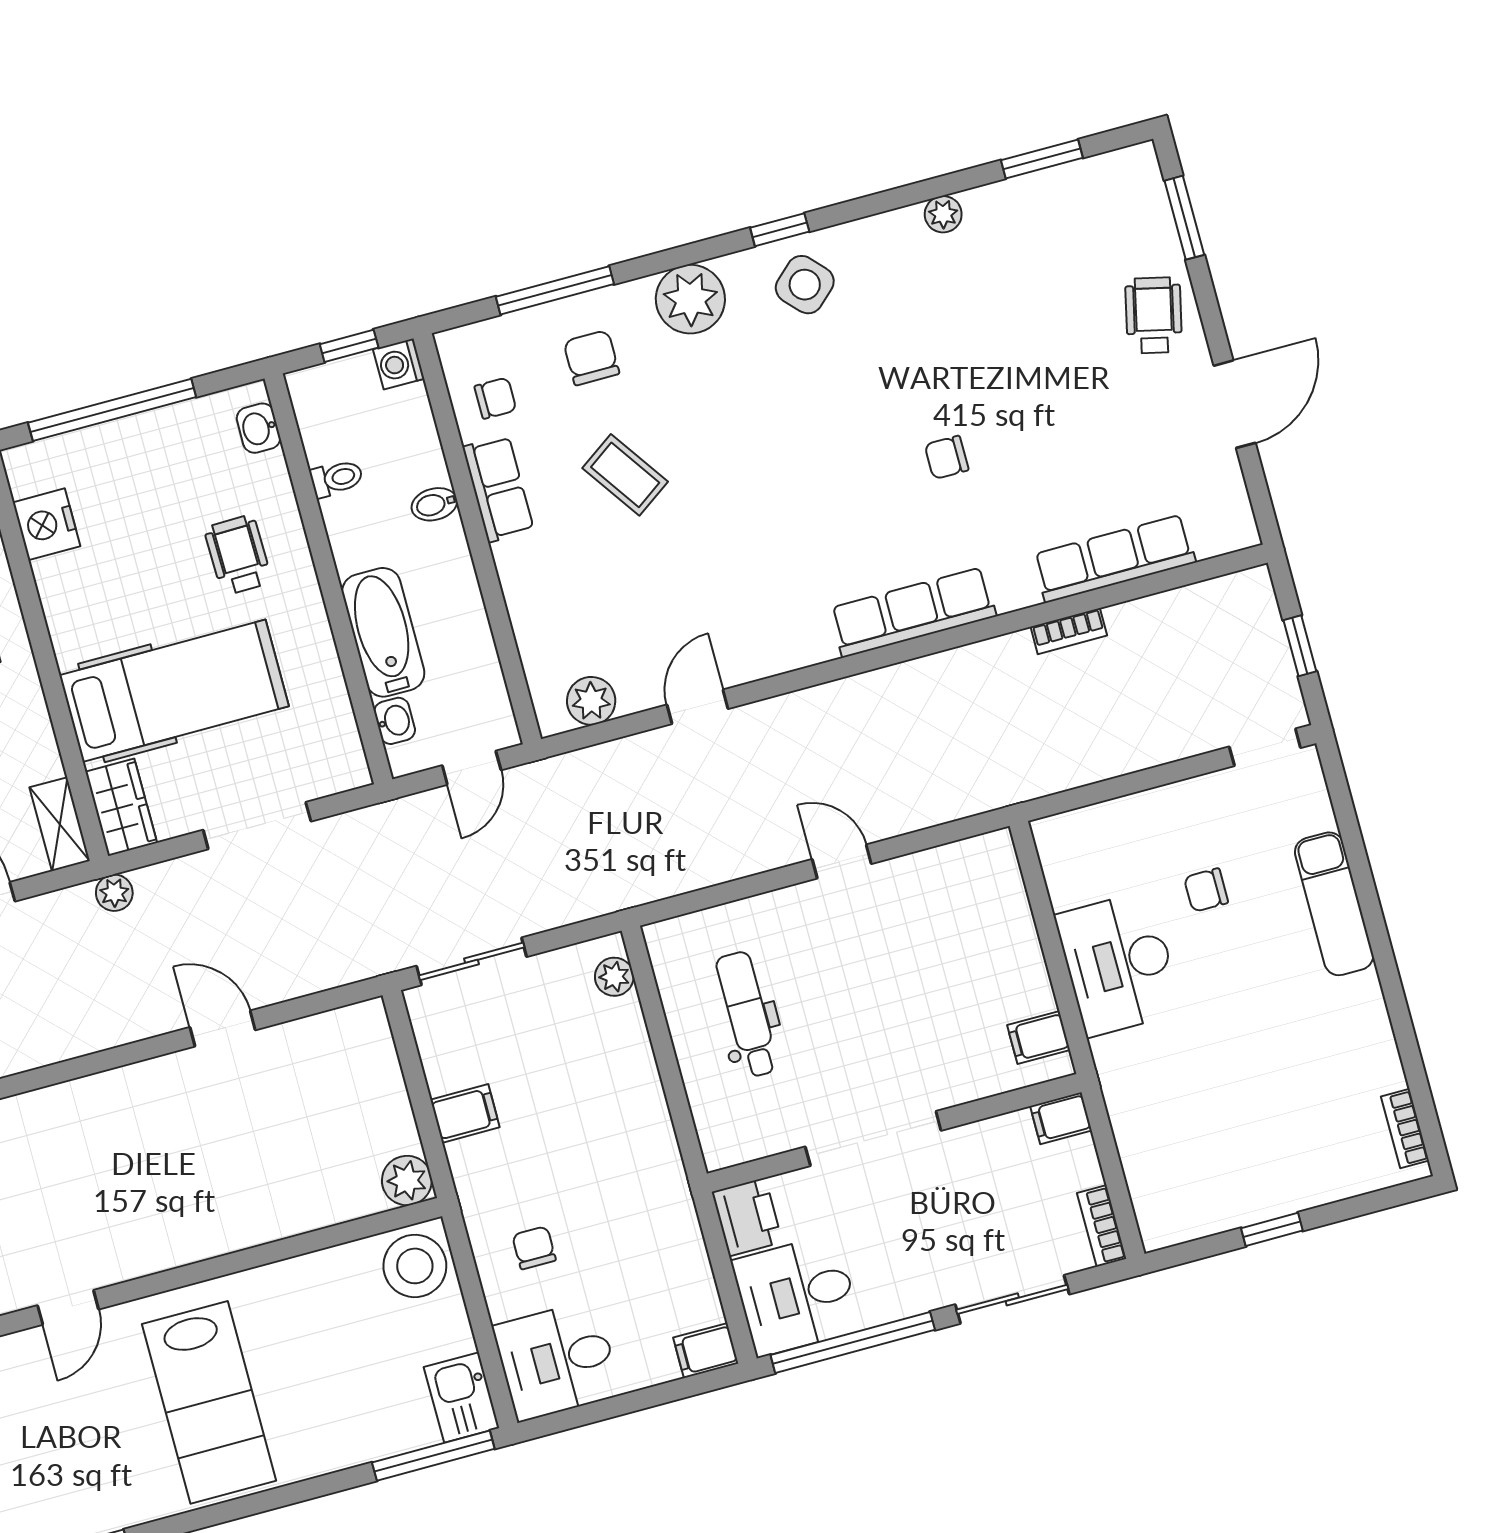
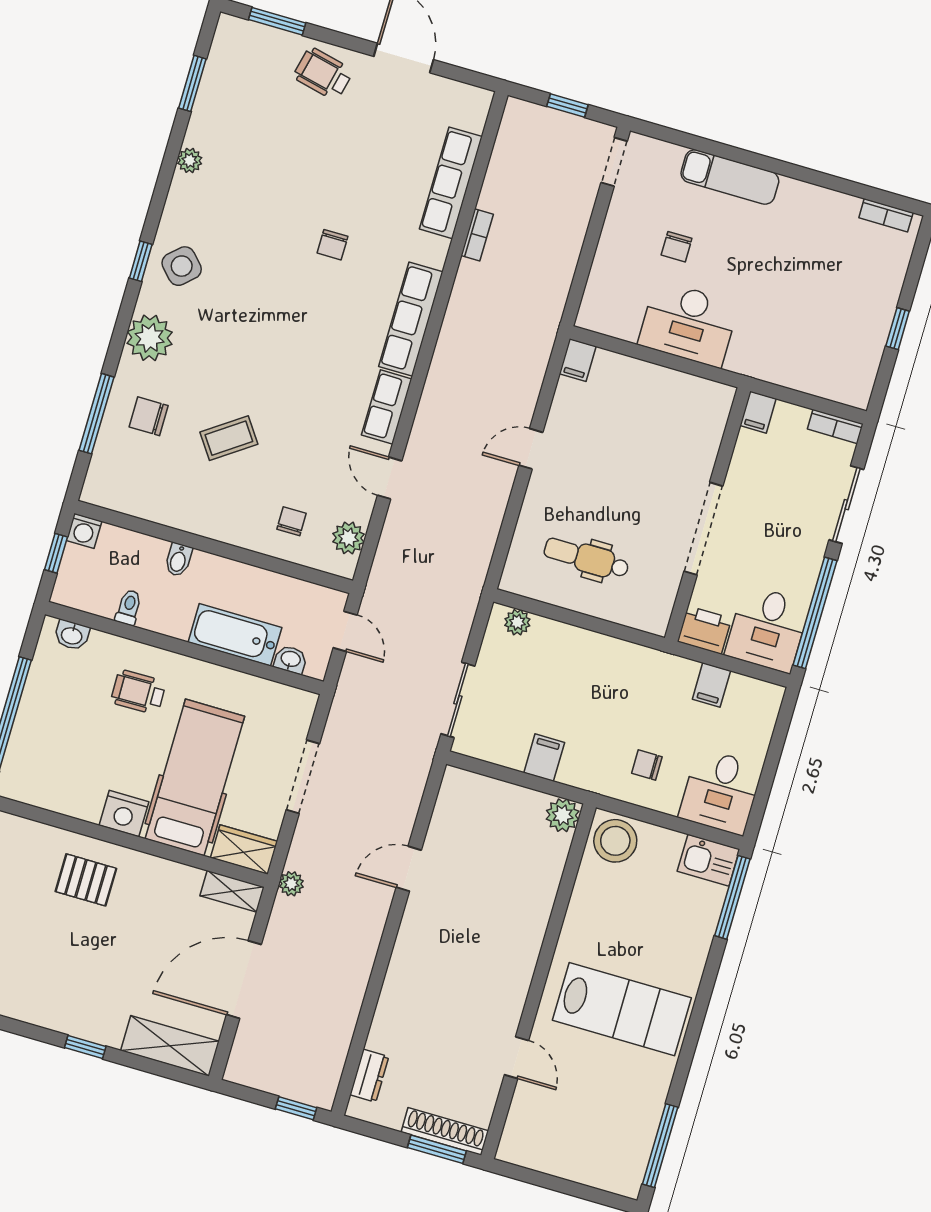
chair: (495, 398) -> (291, 521), moved
row of seats: (498, 489) -> (387, 407), moved, turned -90
nightstand: (46, 524) -> (124, 814), moved
filing cabinet: (1039, 1037) -> (578, 360), moved
filing cabinet: (706, 1351) -> (711, 685), moved

